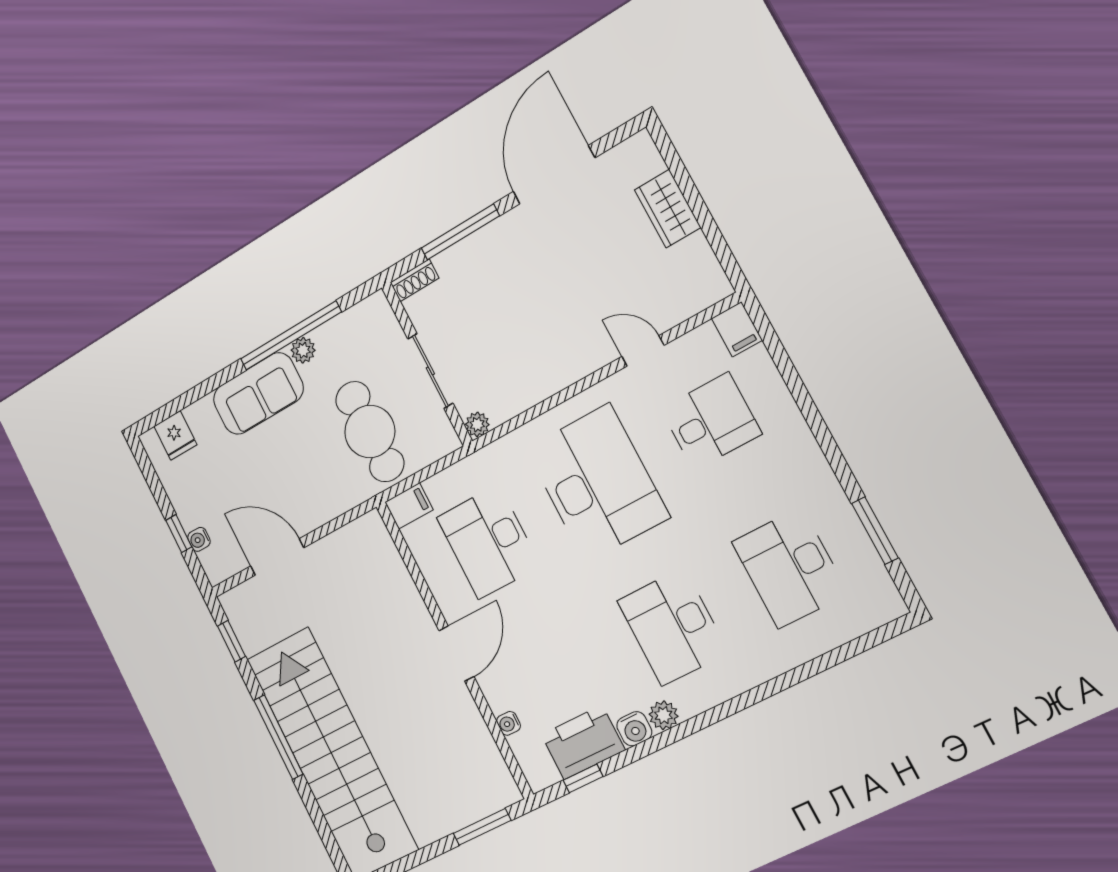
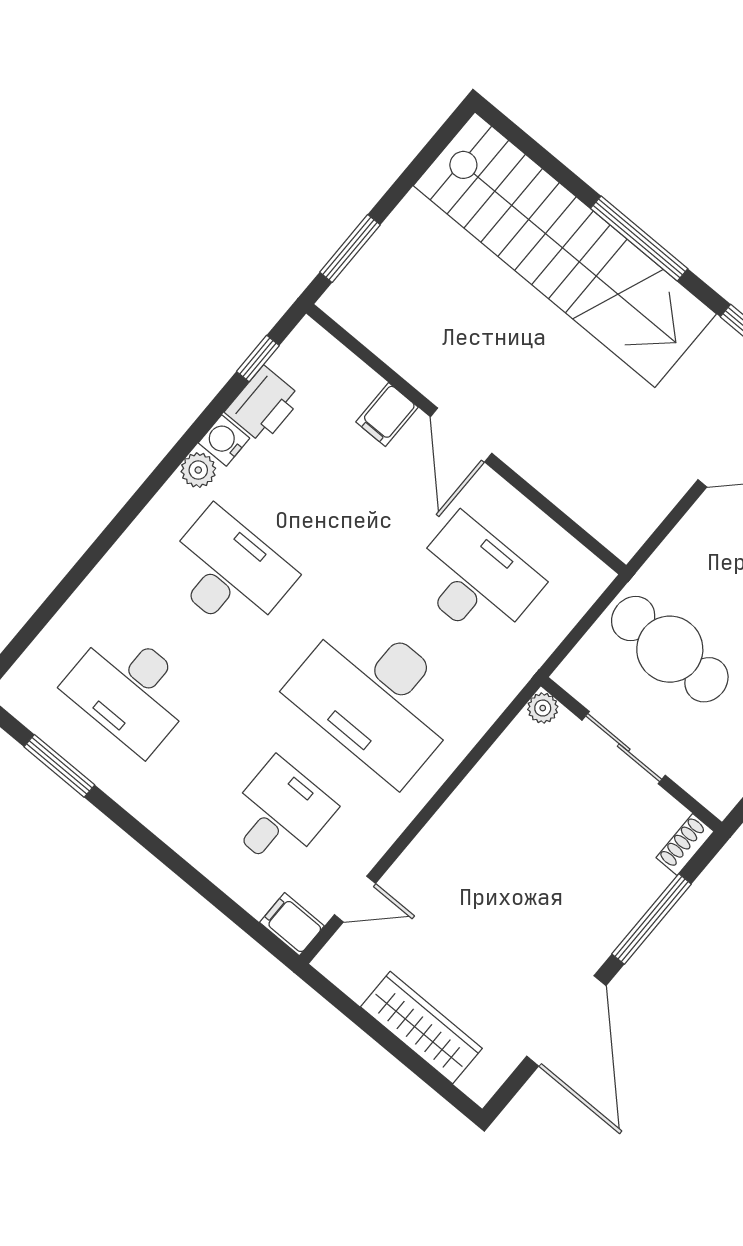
wardrobe: (668, 209) -> (421, 1028), width x1.50
door: (643, 351) -> (355, 899), moved
desk: (711, 421) -> (279, 814), turned 180
filing cabinet: (409, 506) -> (387, 415), moved
desk: (790, 568) -> (130, 690), turned 180
water cooler: (509, 723) -> (368, 382), removed
printer: (583, 742) -> (263, 405), width x0.73, depth x0.84

